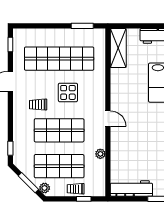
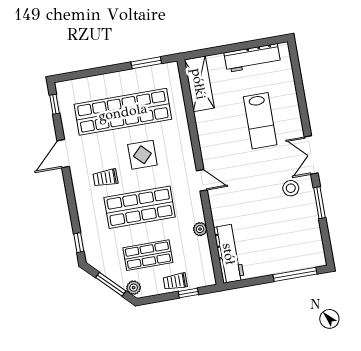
shop shelf: (59, 166) -> (148, 255), width x0.70, depth x0.74
workbench: (131, 188) -> (229, 254), moved, turned 90

